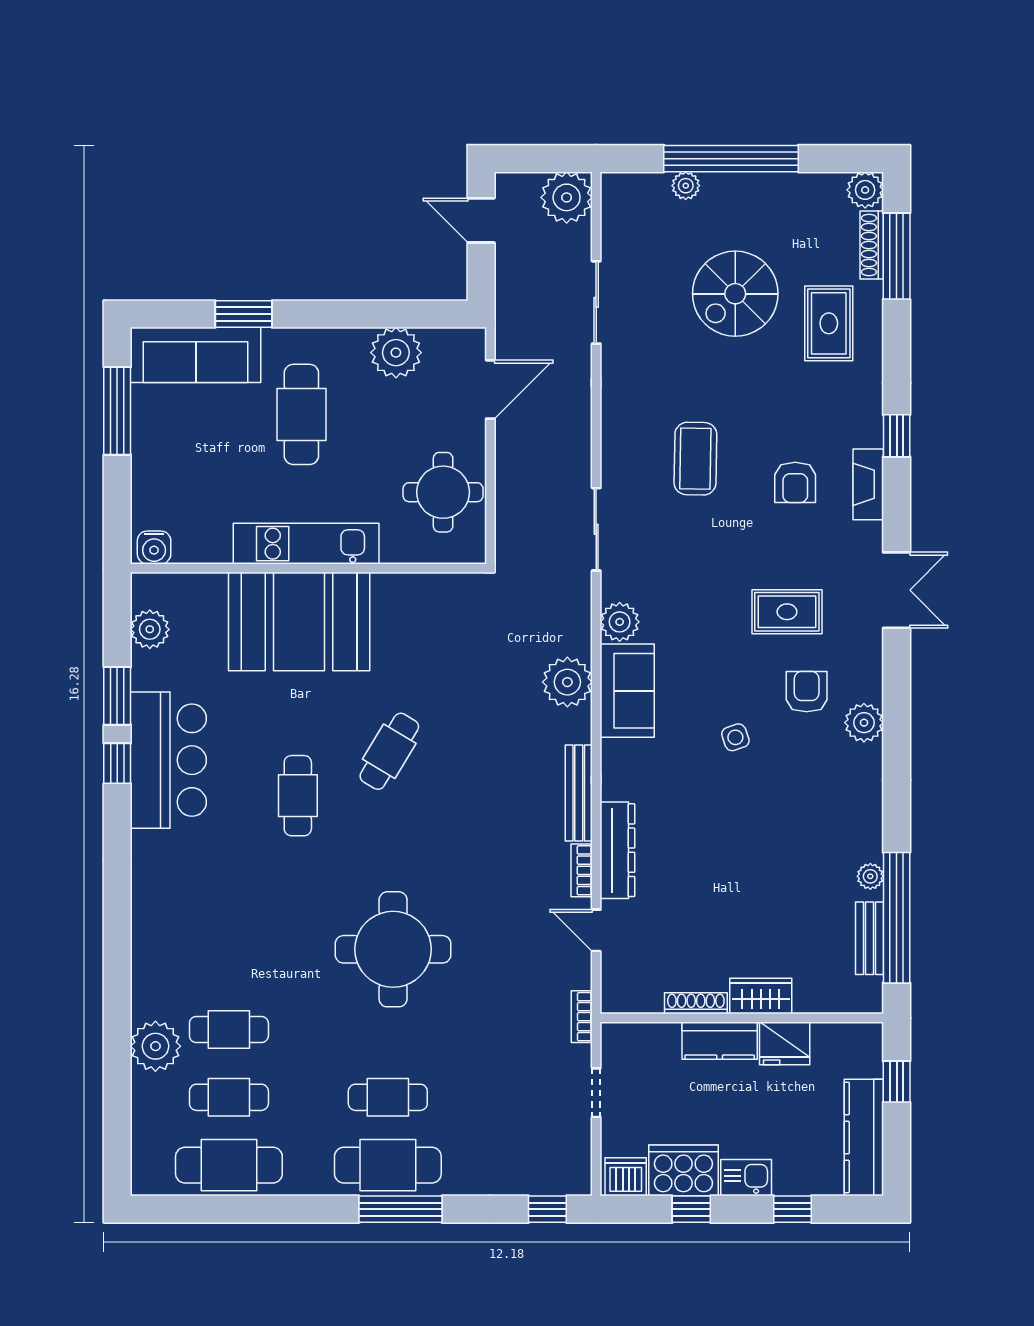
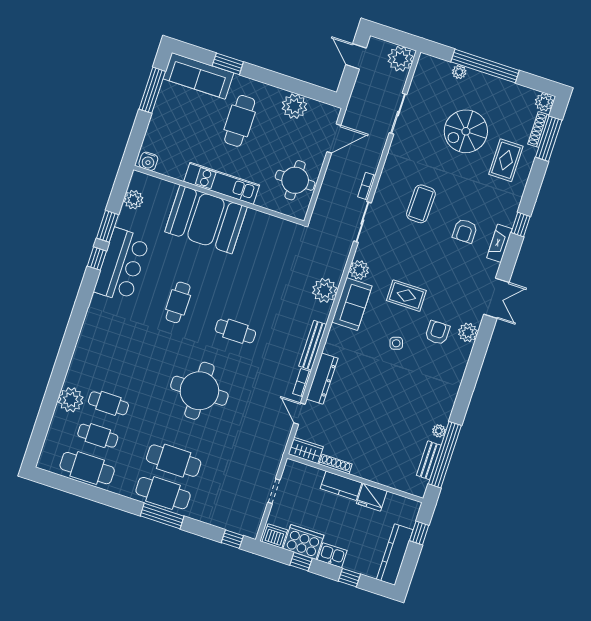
rug: (787, 612) -> (406, 296), moved
plant: (864, 723) -> (468, 332), moved
cafe table: (389, 751) -> (235, 331), moved, turned 59
wardrobe: (761, 996) -> (306, 450), moved
bookcase: (582, 1017) -> (367, 186), moved
cafe table: (388, 1097) -> (174, 461), width x1.37, depth x1.35

